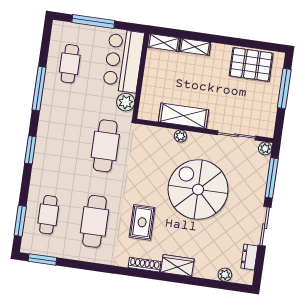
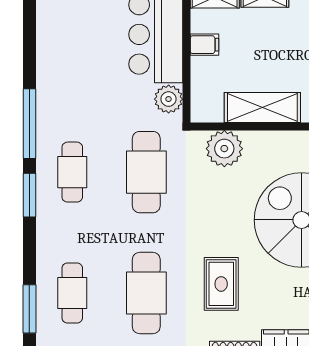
cafe table: (70, 64) -> (72, 172), moved
filing cabinet: (153, 71) -> (205, 45), added
window: (39, 89) -> (29, 124), moved
plant: (180, 136) -> (224, 149), moved, width x1.87, depth x1.87

